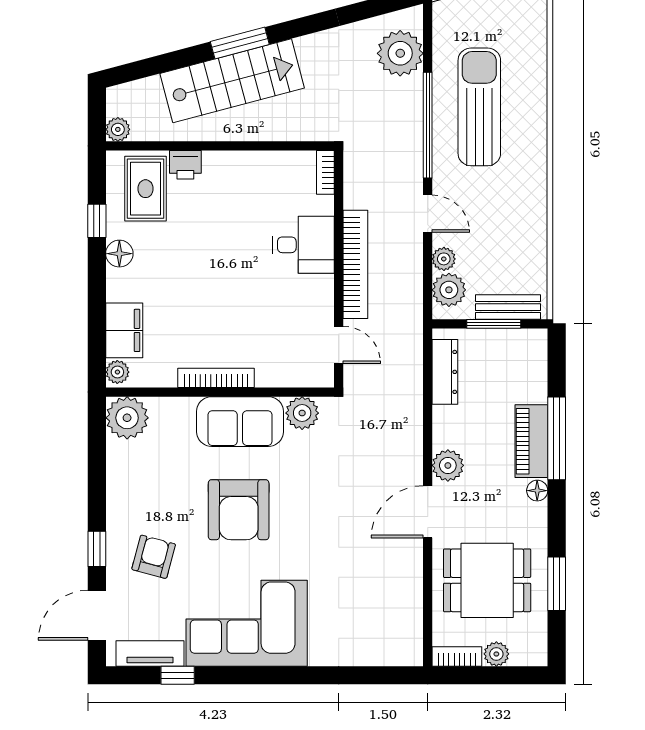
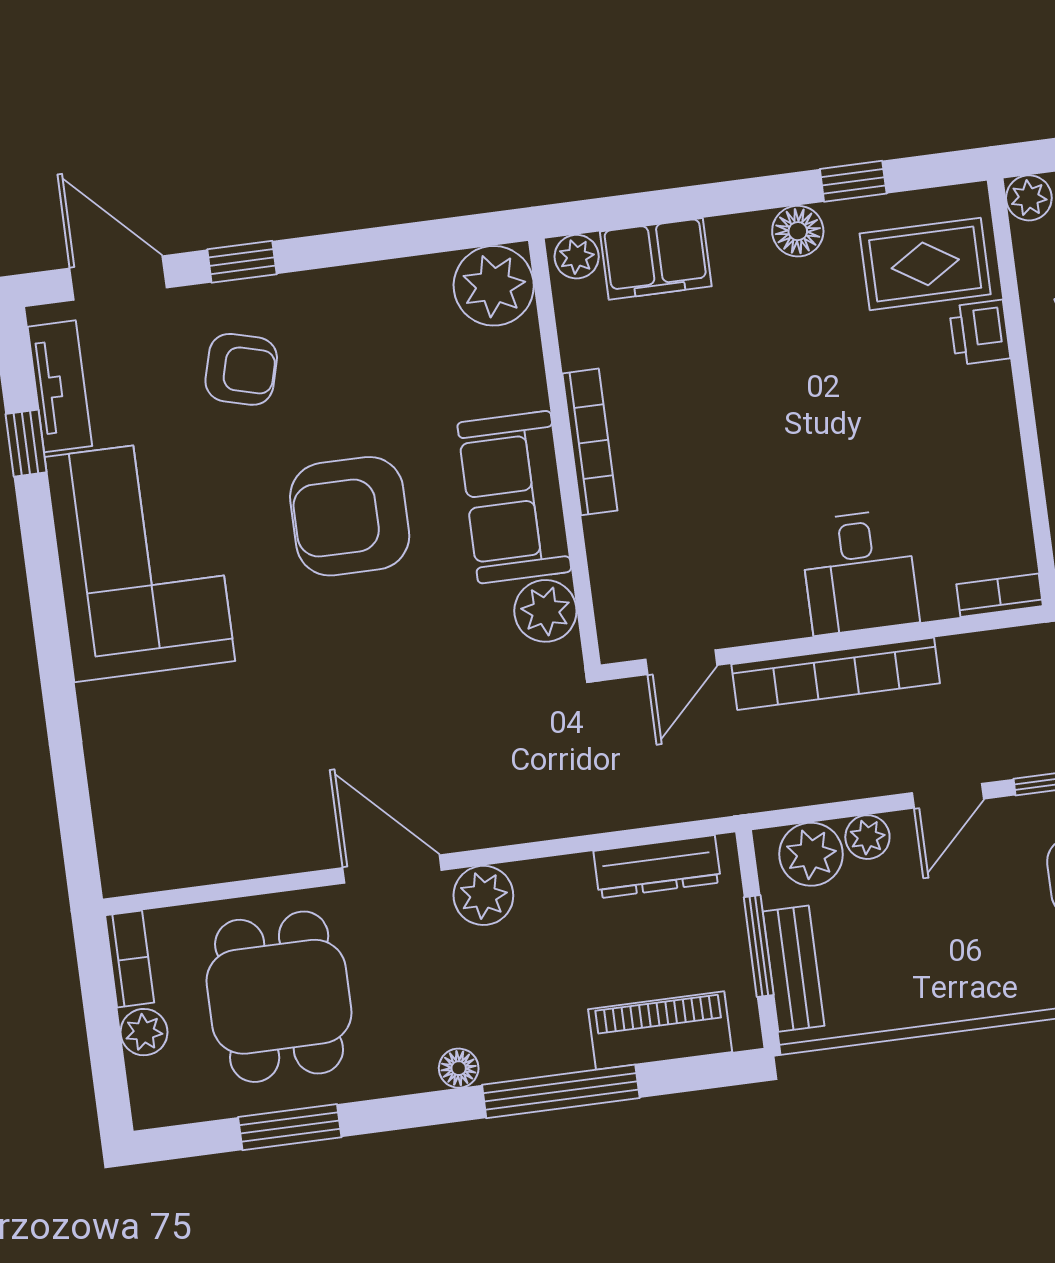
piano: (531, 441) -> (660, 1031), moved

